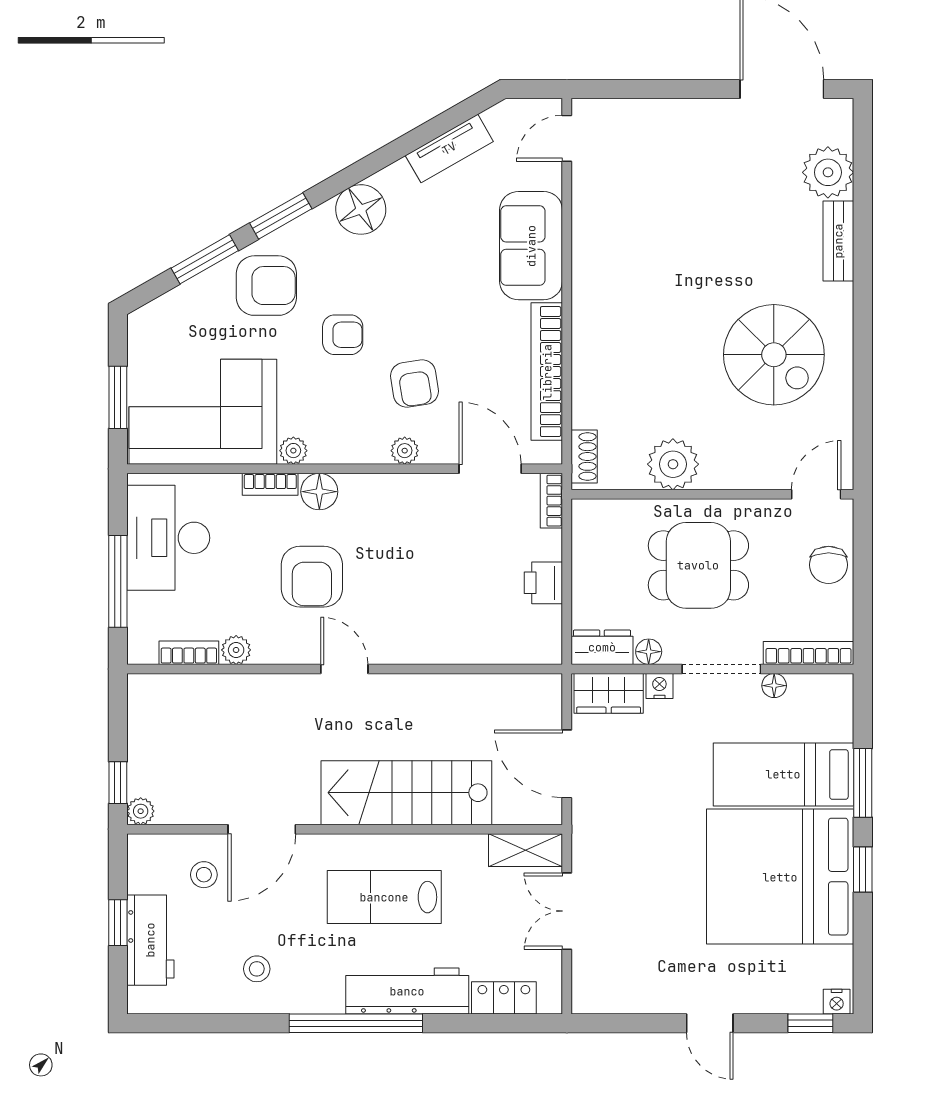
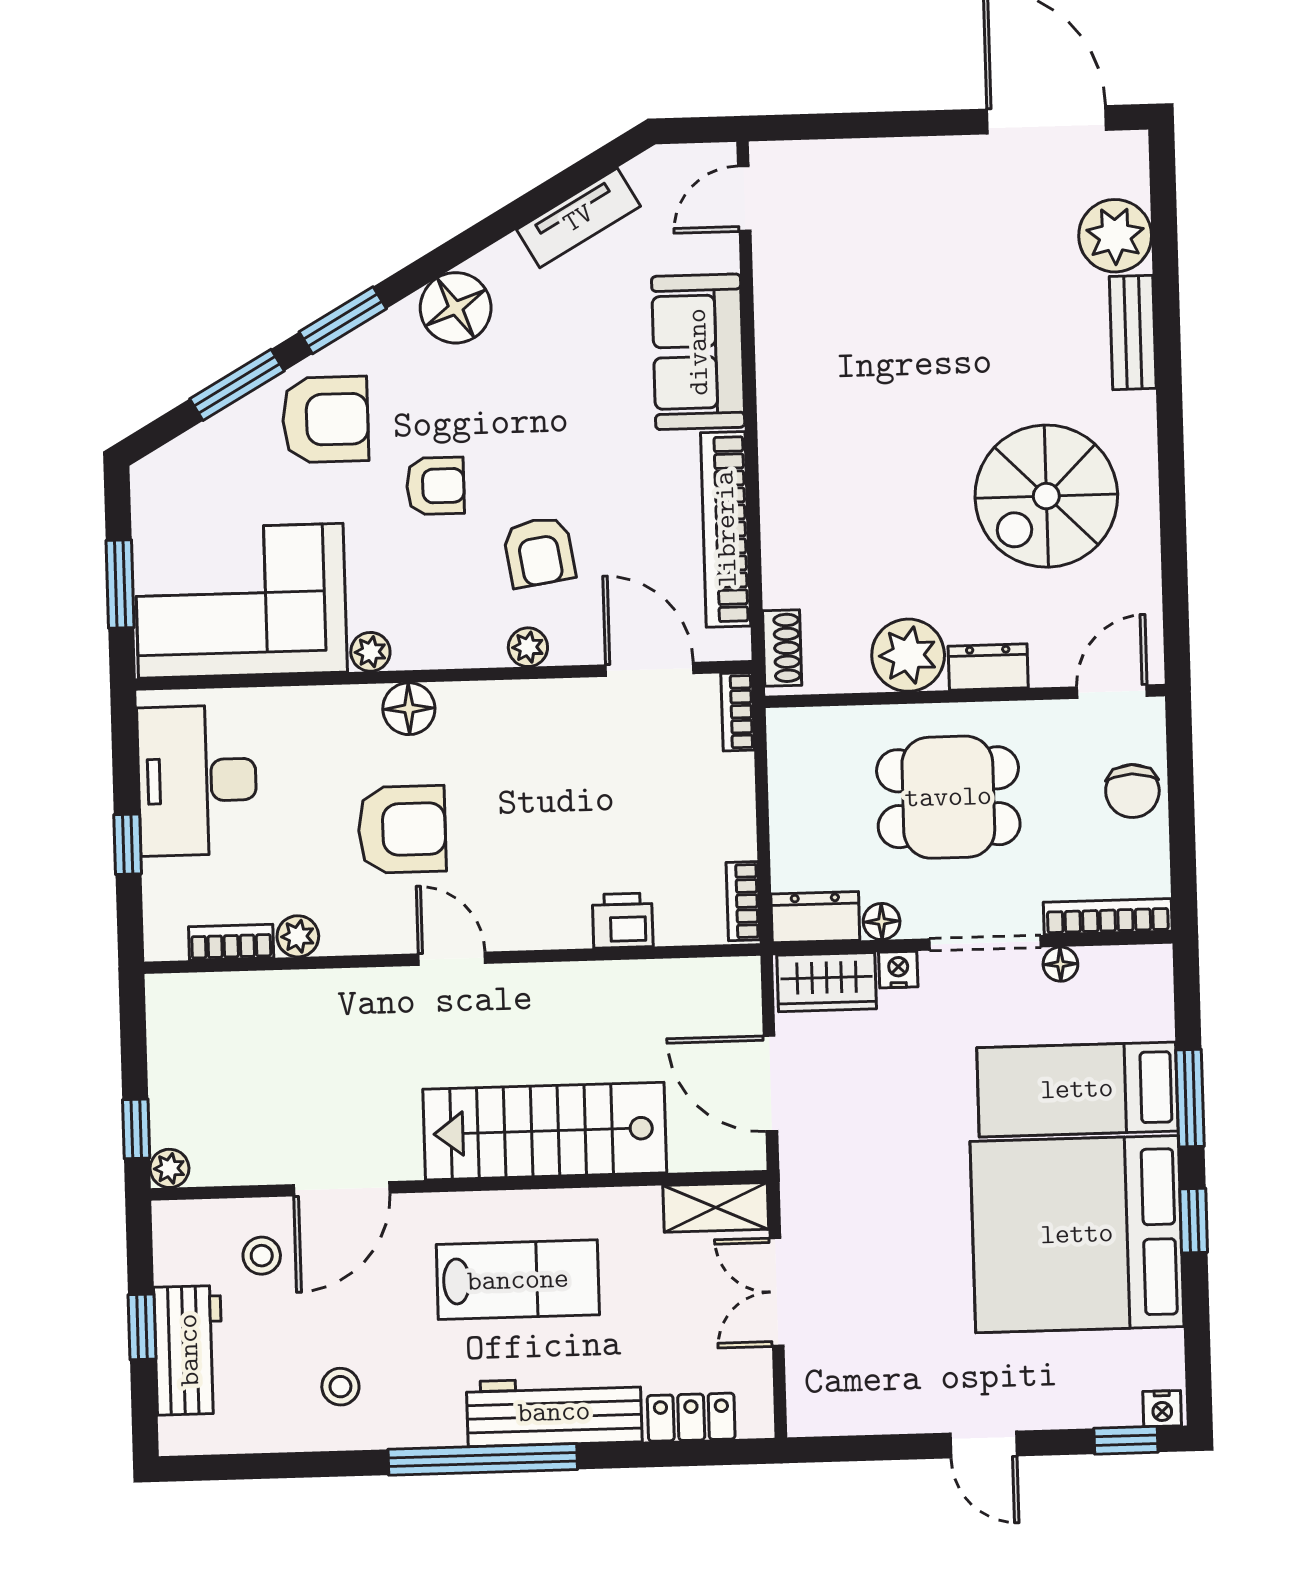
spiral stairs: (774, 355) -> (1046, 496), turned 90
dresser: (729, 474) -> (988, 667), added
bookcase: (270, 484) -> (743, 901), moved, turned 90
armchair: (312, 577) -> (402, 829), turned -90
window: (118, 581) -> (128, 844), width x0.46
printer: (543, 583) -> (623, 921), moved, turned 90
lab bench: (384, 897) -> (518, 1280), turned 180

